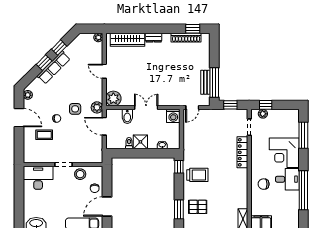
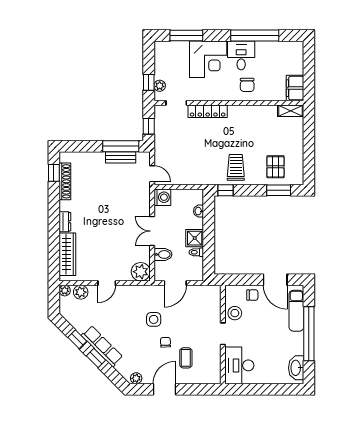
plant: (97, 107) -> (81, 292), moved

